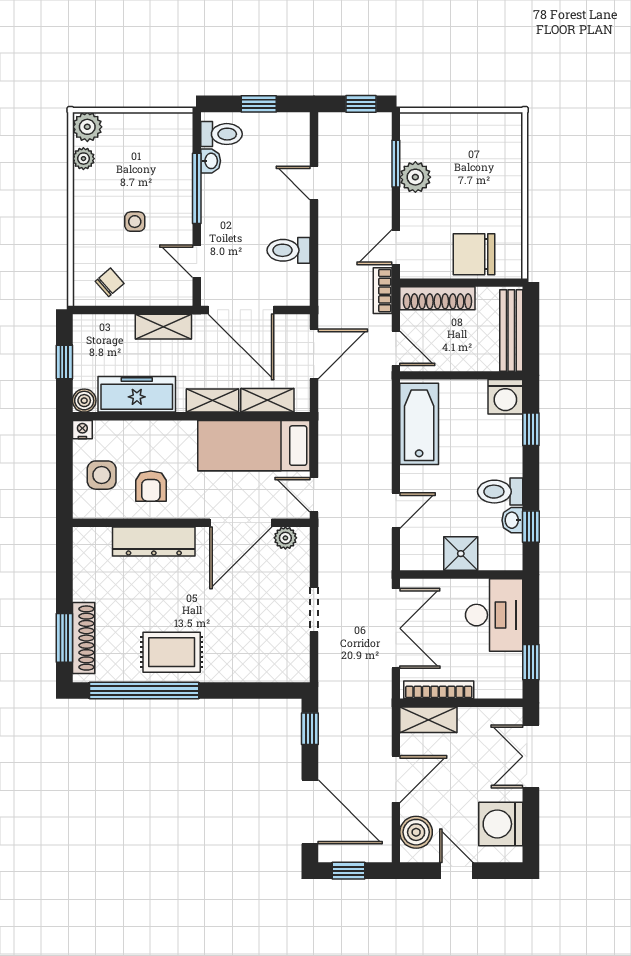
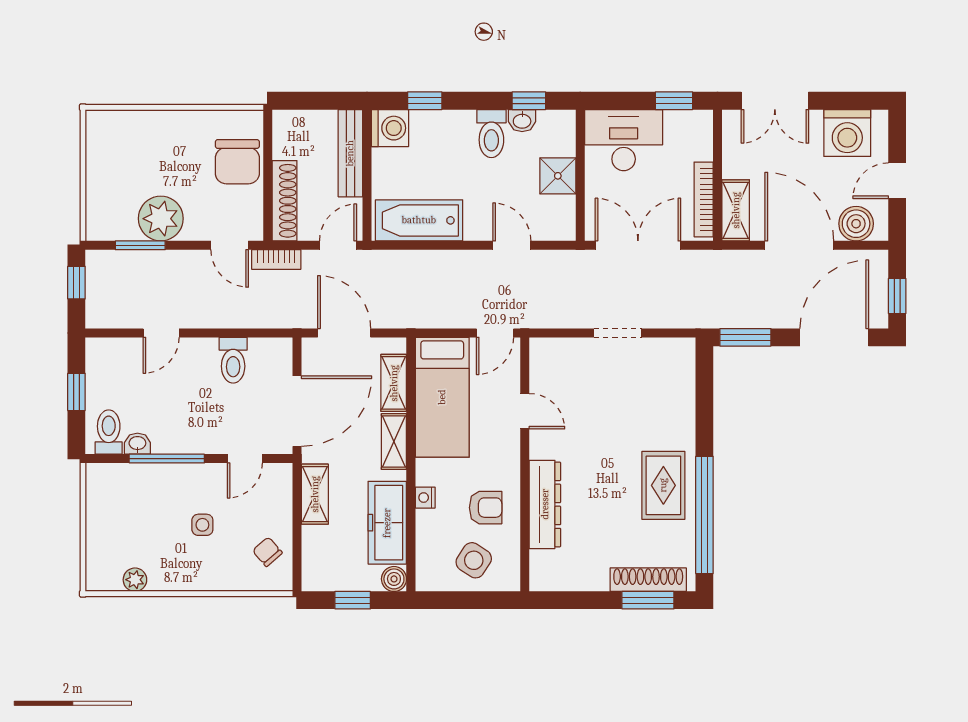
plant: (87, 127) -> (101, 576), removed
plant: (415, 177) -> (161, 219), width x1.36, depth x1.36
bench: (511, 331) -> (350, 153), moved, turned 90
nightstand: (82, 430) -> (425, 498), moved
side table: (102, 475) -> (474, 560), turned 33
door: (241, 523) -> (525, 411), width x0.53
plant: (285, 538) -> (541, 364), removed
window: (310, 729) -> (745, 337), width x1.50
door: (396, 779) -> (799, 245), width x1.36

